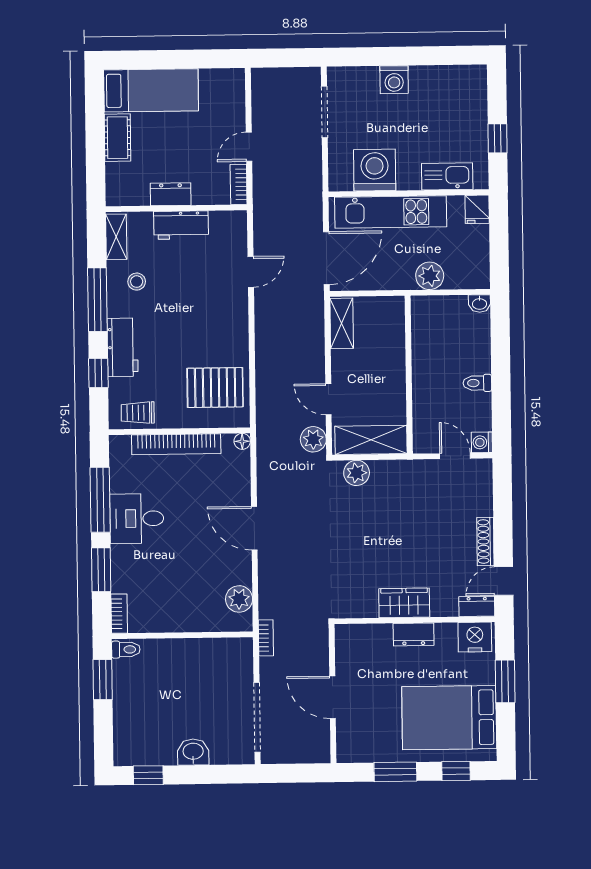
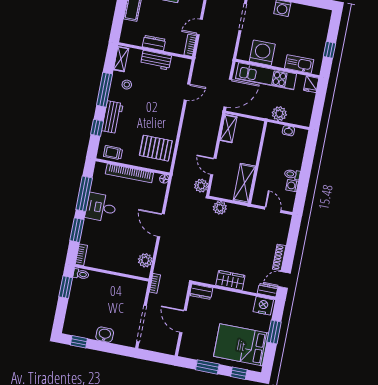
washbasin: (479, 303) -> (288, 131), moved
shelving: (371, 440) -> (244, 183), moved, turned 90
washing machine: (482, 442) -> (292, 186), moved
dresser: (414, 634) -> (201, 292), moved

